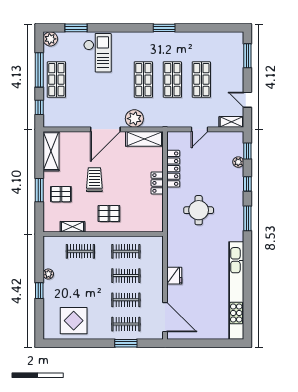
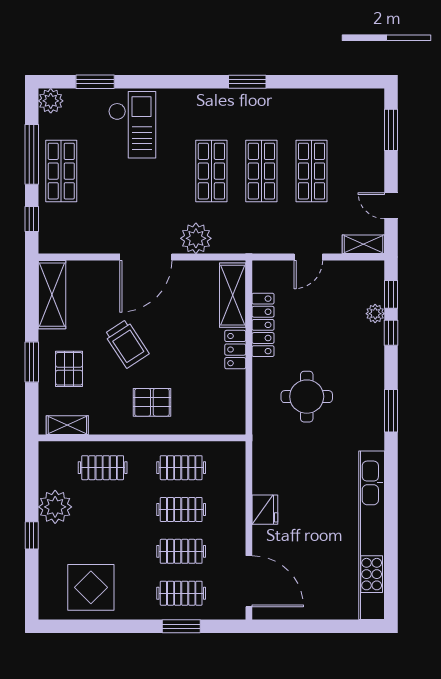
shelving: (144, 139) -> (233, 295), moved, turned 90
trolley: (94, 180) -> (127, 344), turned 147
window: (247, 184) -> (391, 333), moved
pallet: (61, 194) -> (69, 369), turned 90
shelving: (72, 227) -> (67, 425), moved
plant: (48, 274) -> (55, 507), width x1.87, depth x1.87

